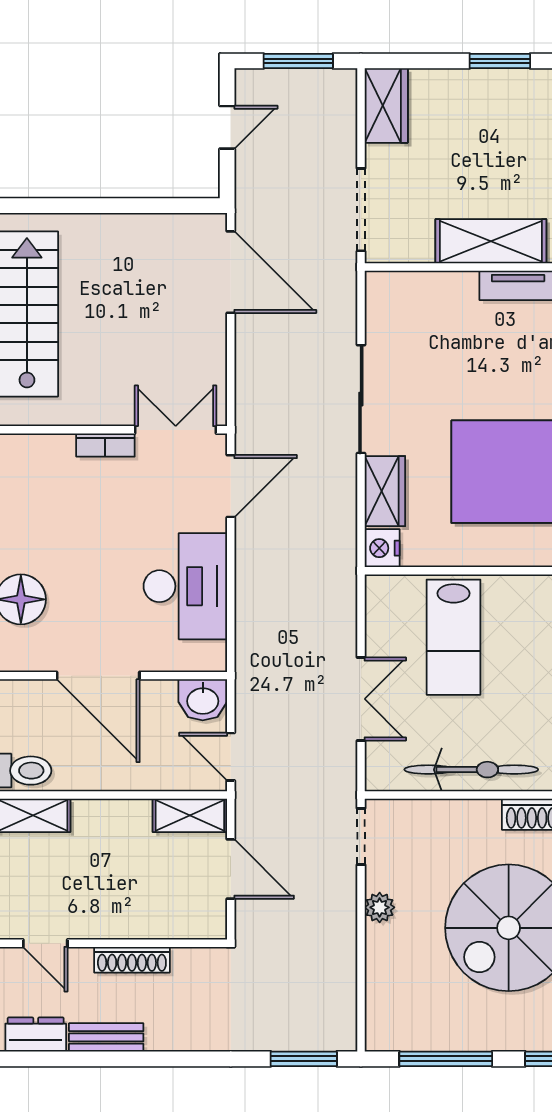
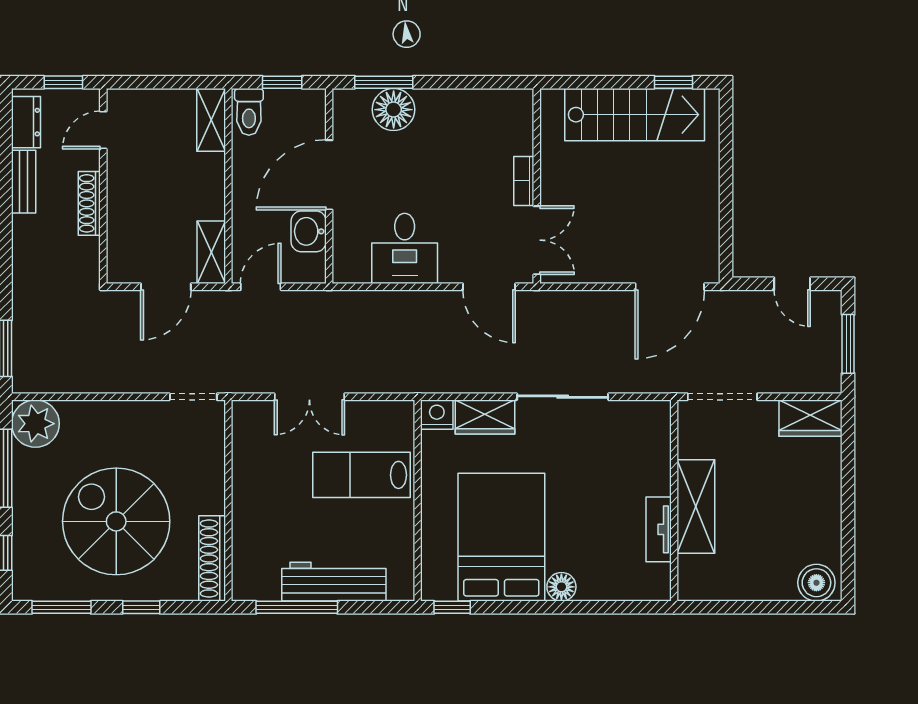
window: (500, 61) -> (848, 514), removed
desk: (185, 586) -> (405, 248), width x0.73
washbasin: (203, 700) -> (309, 231), moved
bicycle: (471, 770) -> (250, 490), removed
plant: (380, 907) -> (35, 424), moved, width x1.87, depth x1.87

